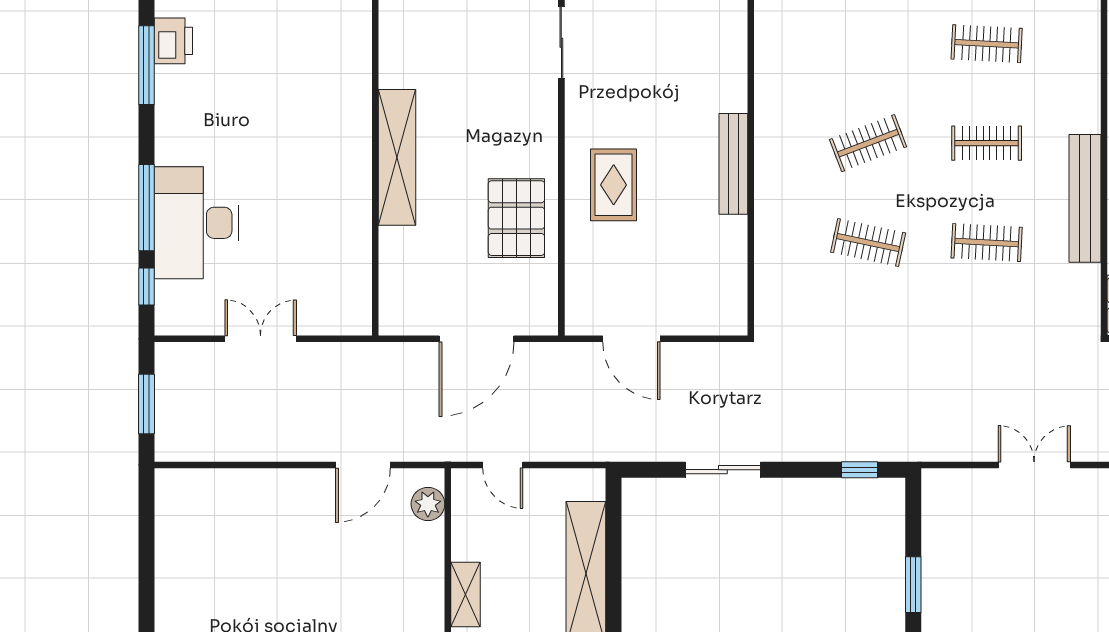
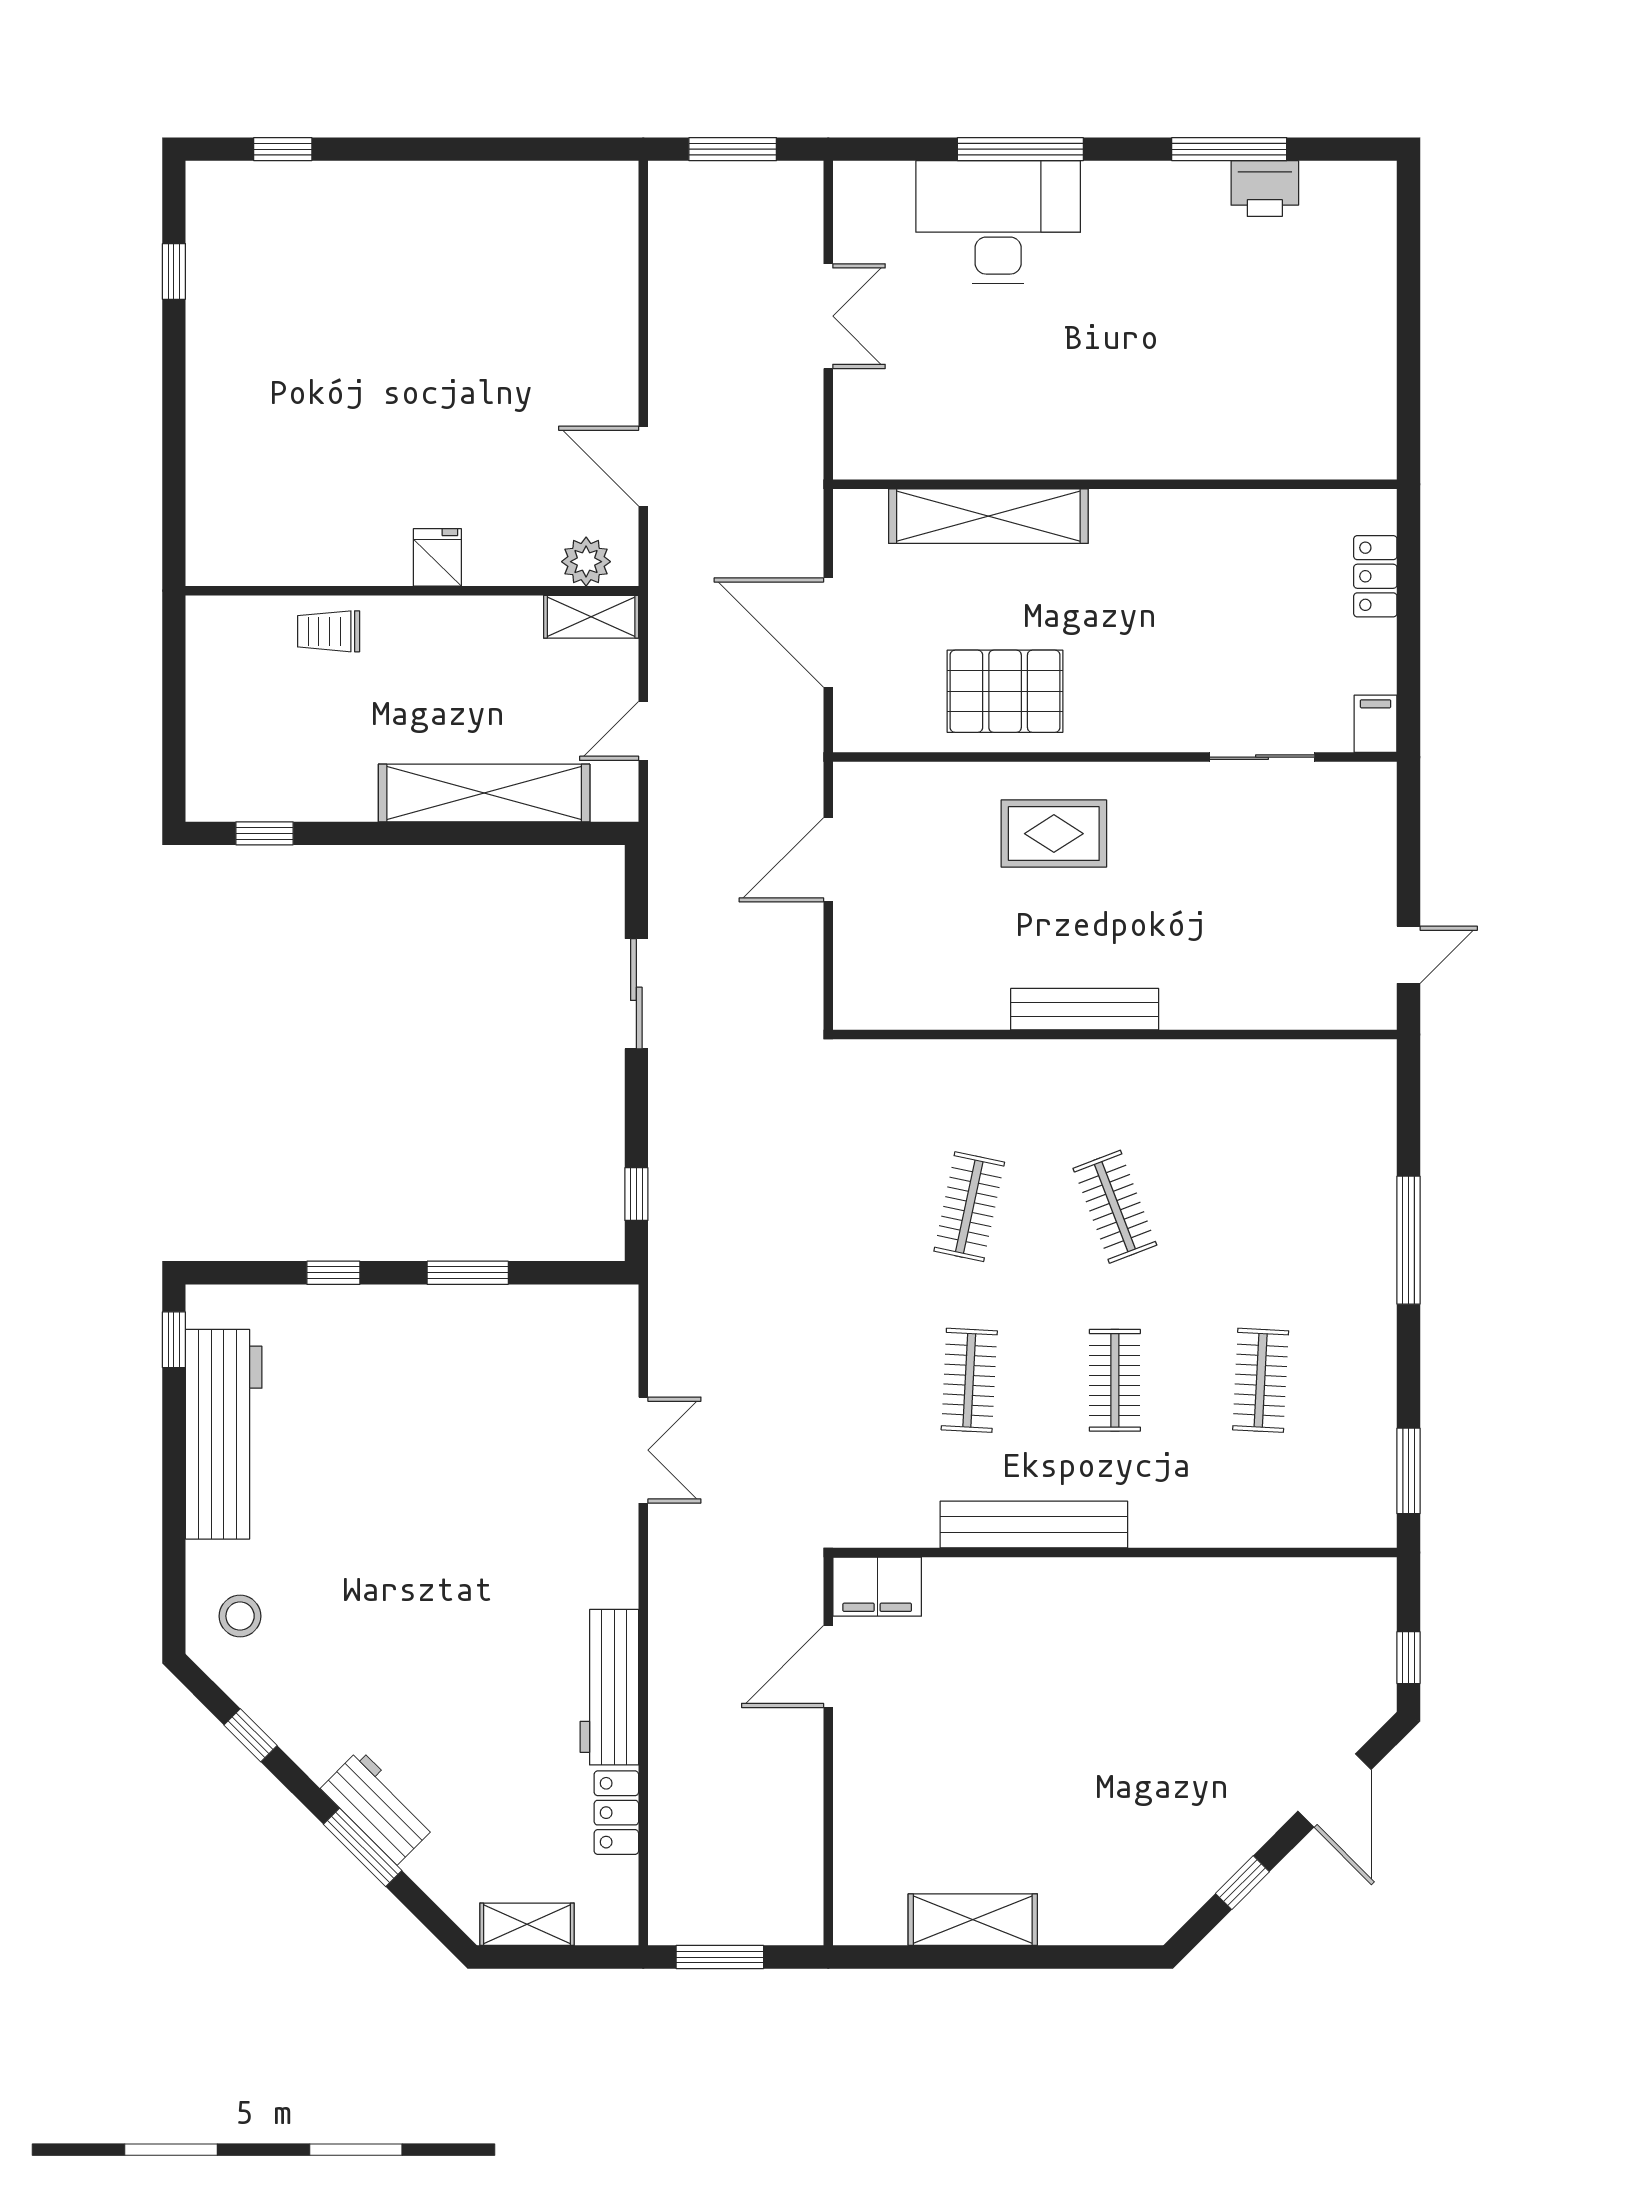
shelving: (397, 157) -> (988, 516), moved
window: (147, 286) -> (905, 149), removed
door: (503, 465) -> (643, 731), moved
shelving: (466, 595) -> (591, 617), moved
fridge: (425, 605) -> (437, 557), added

